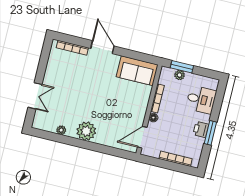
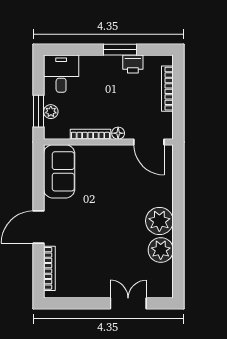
desk: (201, 100) -> (61, 74), moved
printer: (201, 129) -> (133, 64), moved
plant: (61, 130) -> (161, 250), width x1.88, depth x1.88

